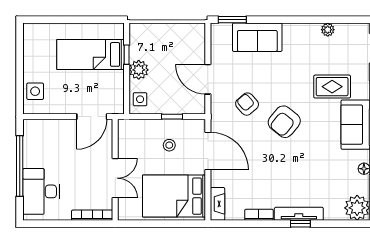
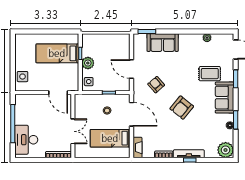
door: (92, 117) -> (58, 93), hinge flipped
armchair: (284, 122) -> (182, 108), moved
bed: (174, 196) -> (110, 138), width x0.67

